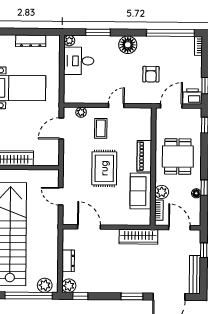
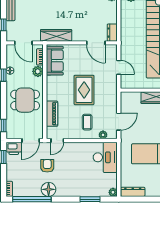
dresser: (31, 41) -> (133, 192), moved
floor lamp: (128, 45) -> (49, 189), moved
desk: (79, 61) -> (105, 157), moved, width x1.37
door: (116, 106) -> (57, 141), moved
piano: (144, 156) -> (52, 114), moved
dining table: (178, 156) -> (25, 100), turned 90
sofa: (141, 191) -> (55, 61), moved
dresser: (68, 261) -> (112, 33), moved

